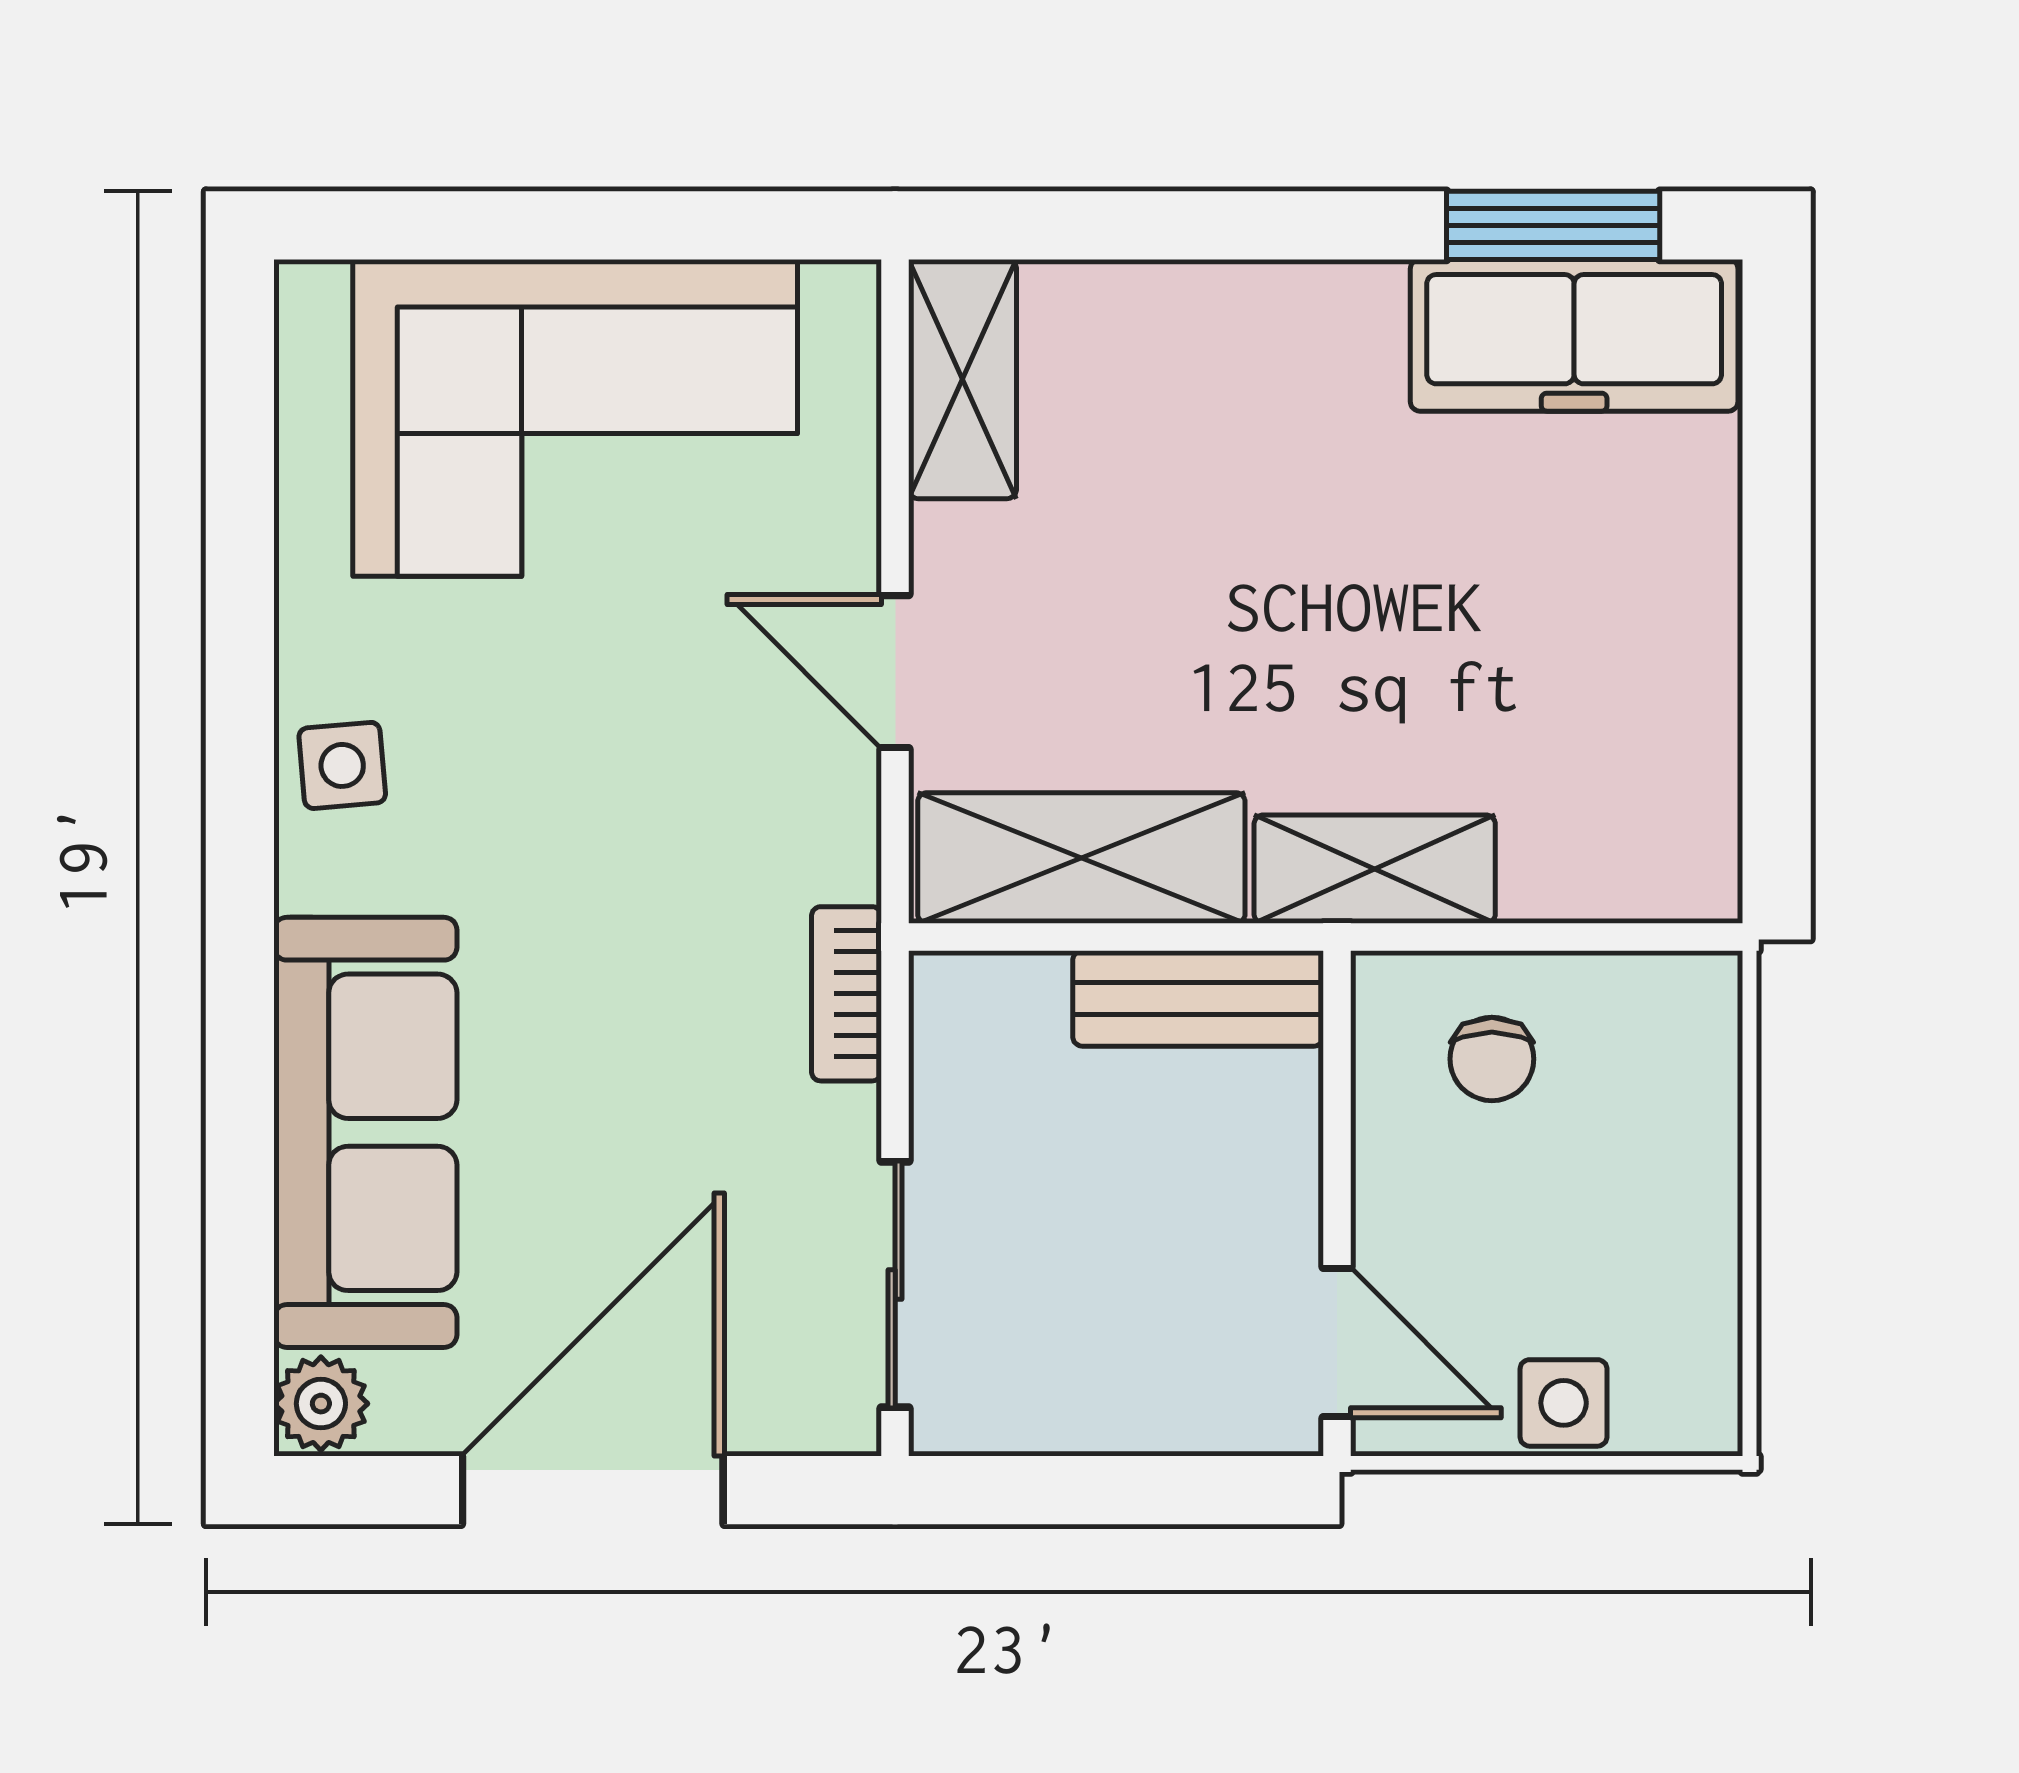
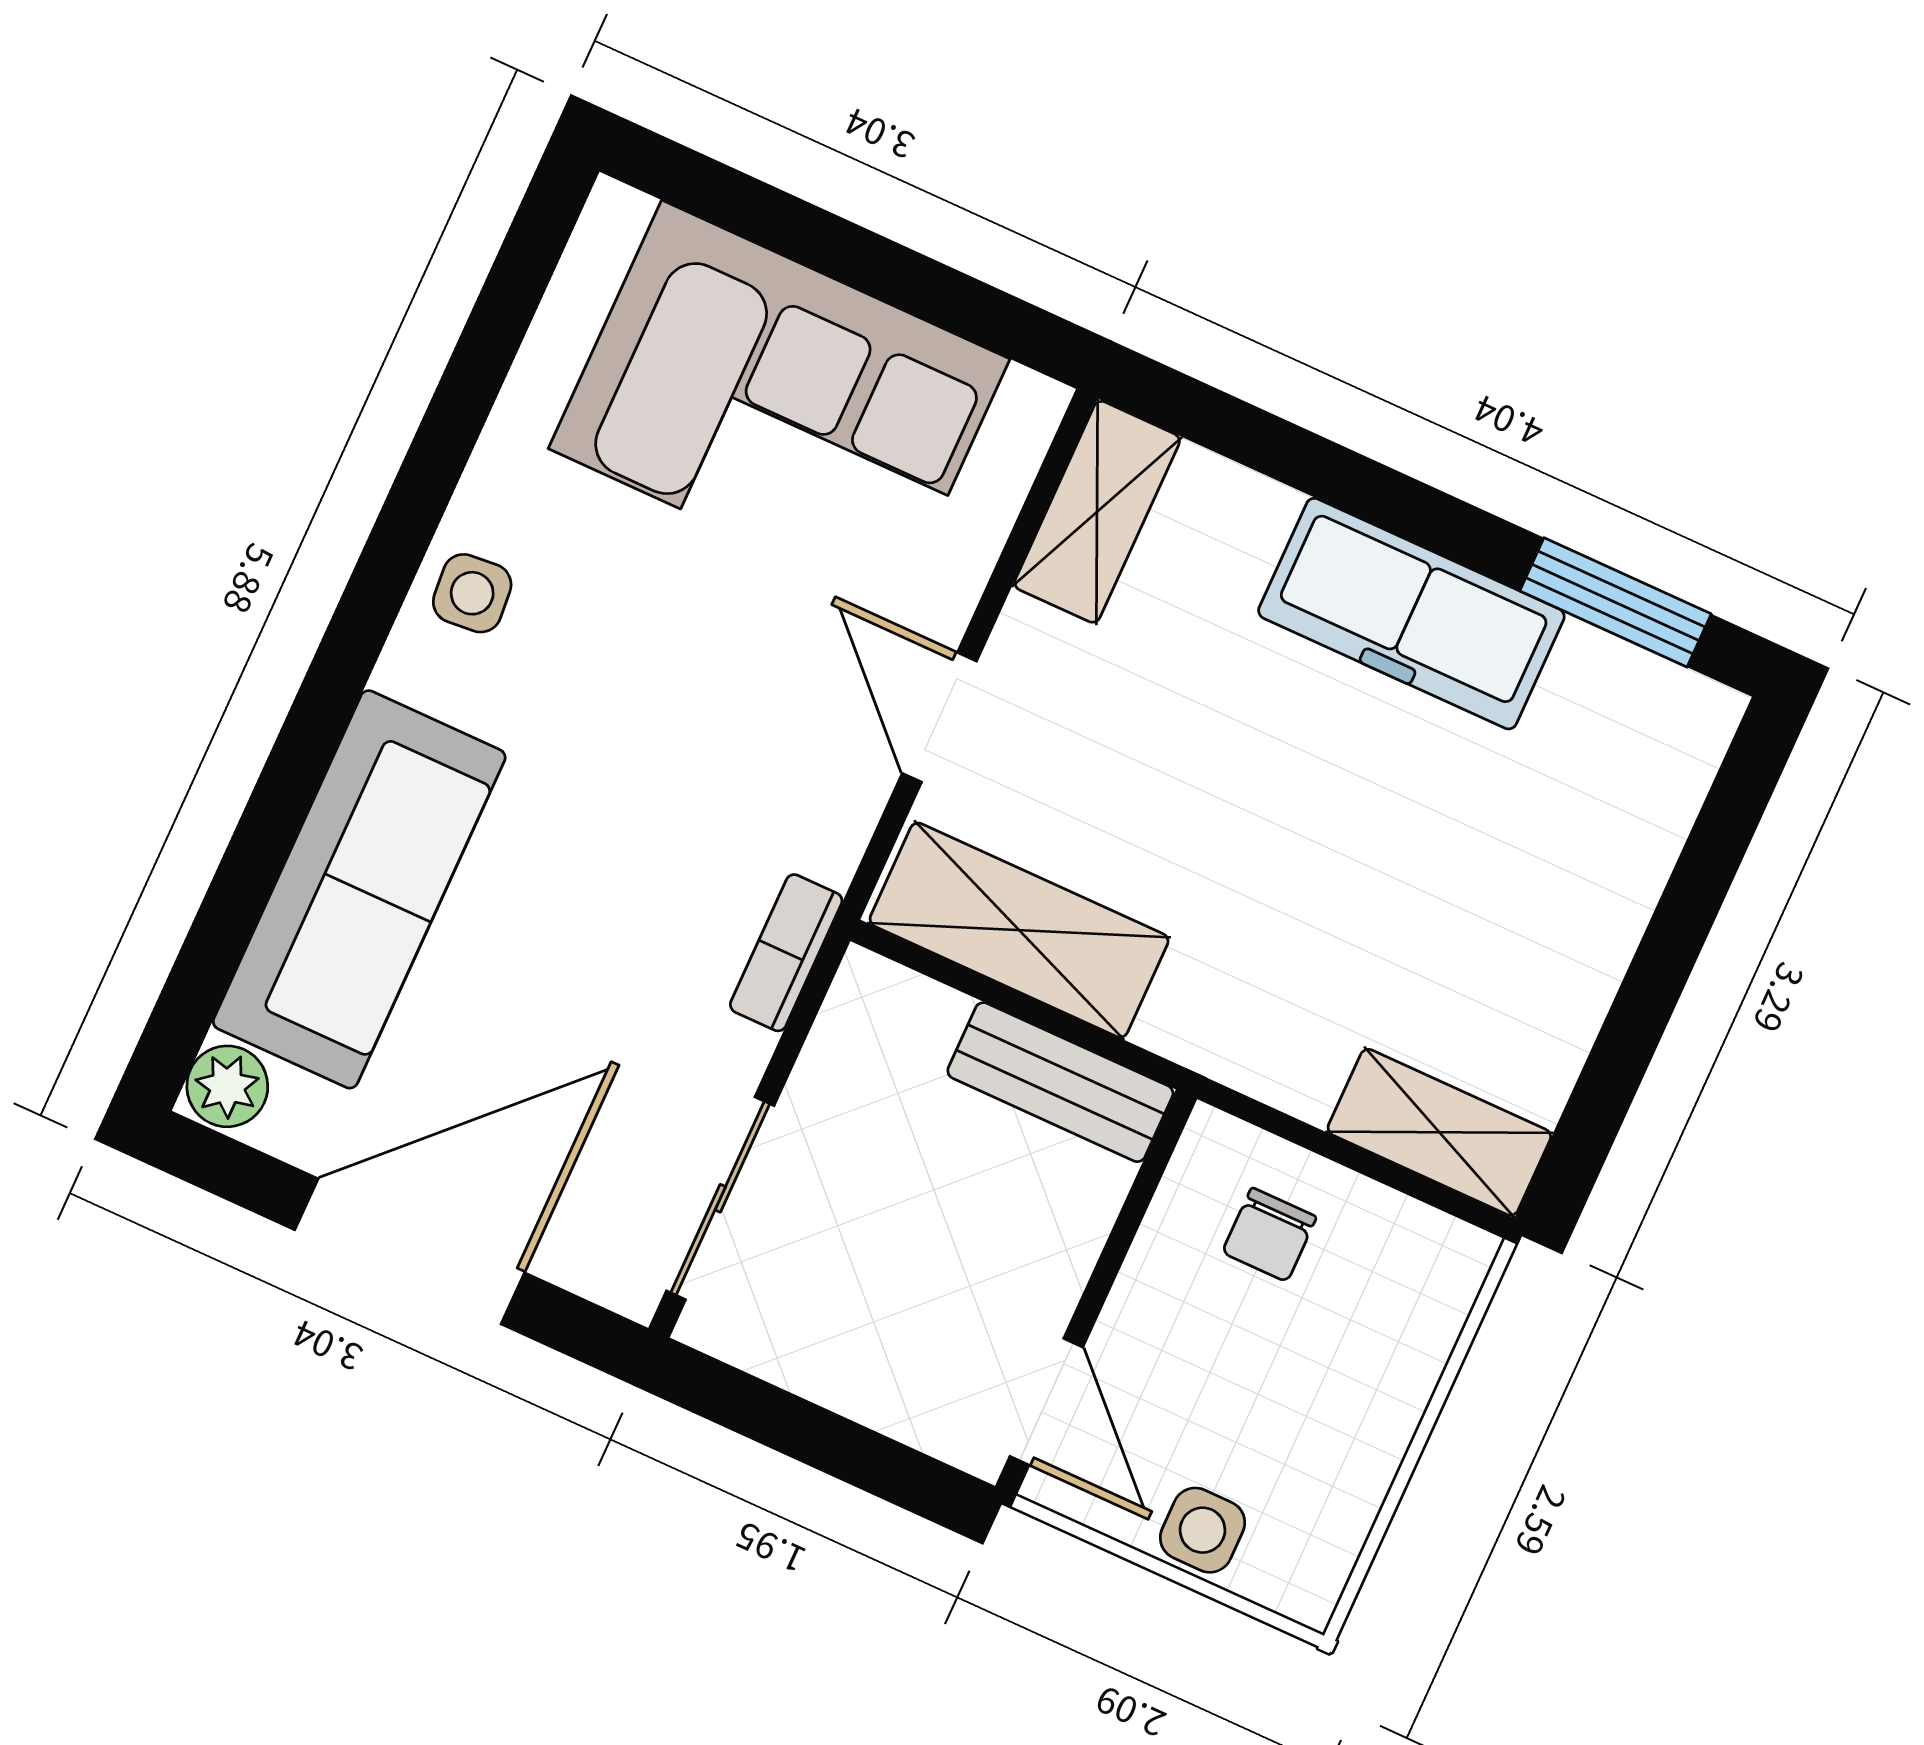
freezer: (1574, 335) -> (1411, 614), moved
shelving: (1375, 869) -> (1439, 1132), moved

